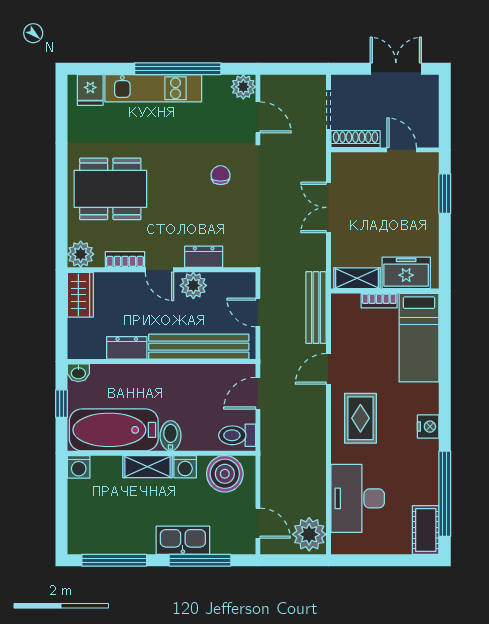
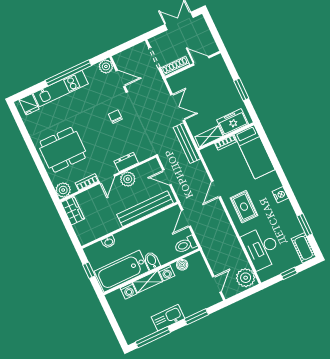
window: (445, 194) -> (241, 90), moved
double door: (328, 207) -> (178, 107), swing flipped
door: (160, 270) -> (107, 179), hinge flipped
bench: (316, 307) -> (187, 143), moved
dresser: (127, 348) -> (109, 226), removed
washbasin: (78, 373) -> (109, 242), moved
washing machine: (79, 467) -> (128, 291), moved
boiler: (225, 474) -> (182, 265), width x0.54, depth x0.54
window: (445, 494) -> (305, 225), width x0.47
door: (258, 523) -> (217, 284), hinge flipped
kitchen sink: (183, 540) -> (168, 318), moved
window: (200, 560) -> (196, 317), width x0.69
window: (382, 560) -> (289, 273), added

